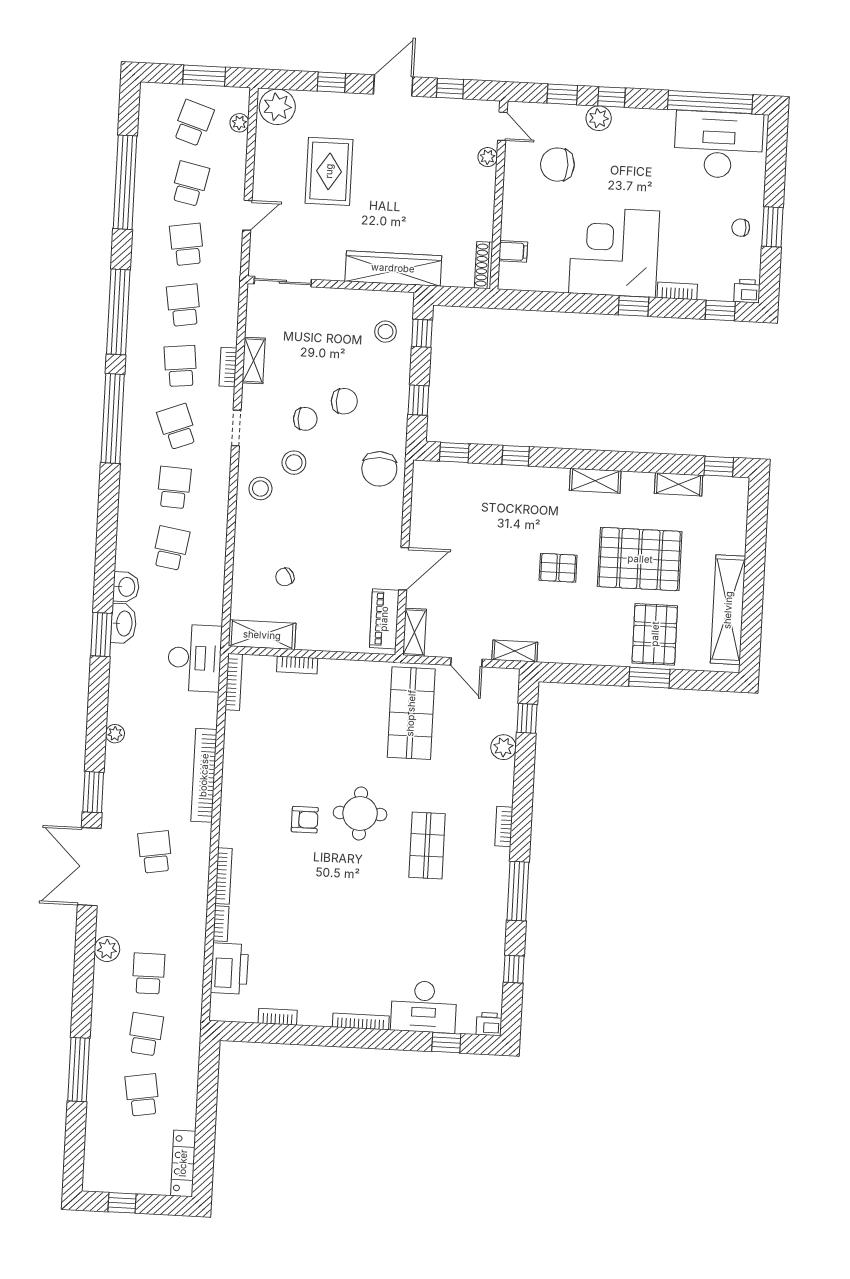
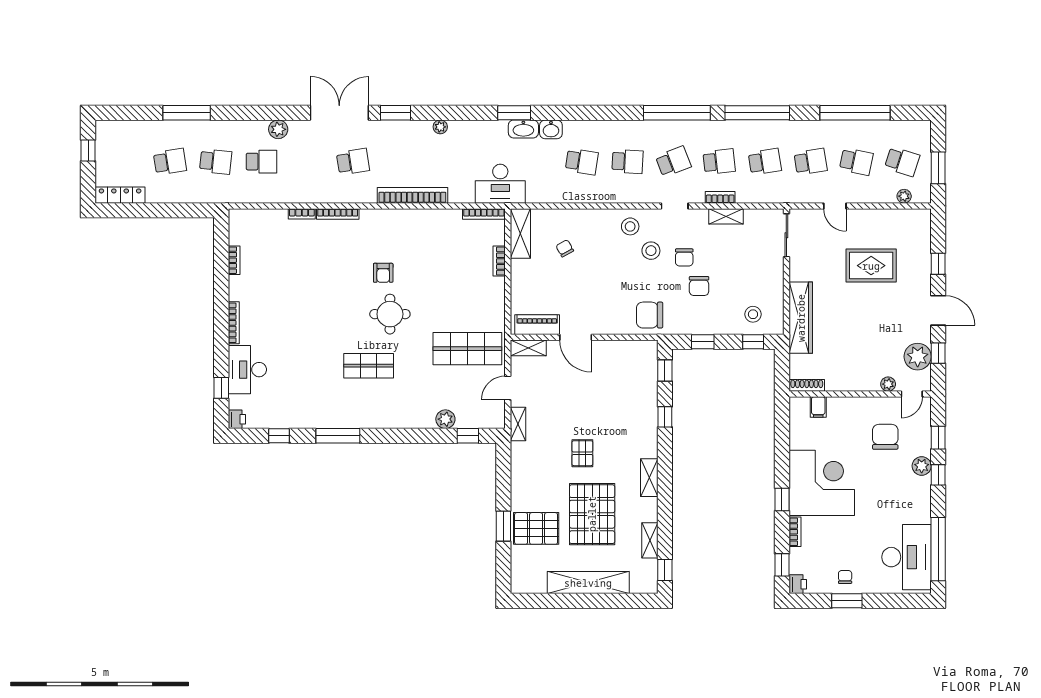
plant: (277, 107) -> (918, 357), moved
shelving: (728, 610) -> (588, 583), moved
bookcase: (504, 827) -> (386, 423), removed
printer: (229, 969) -> (268, 222), removed

